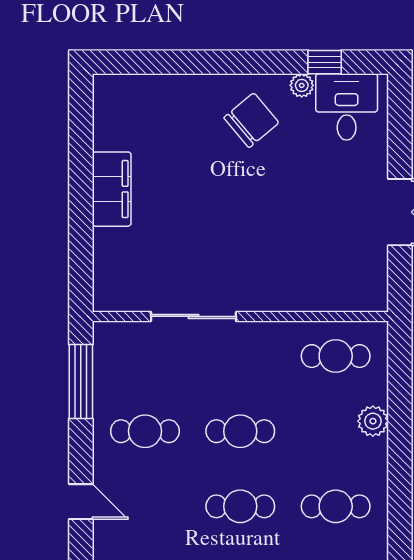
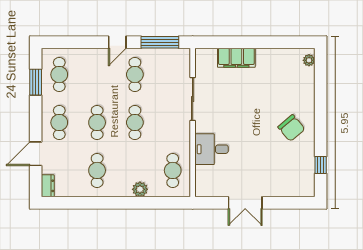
plant: (302, 85) -> (309, 60), moved
desk: (347, 107) -> (212, 149), moved, turned 180
filing cabinet: (112, 189) -> (236, 58), moved
door: (81, 502) -> (117, 42), moved

